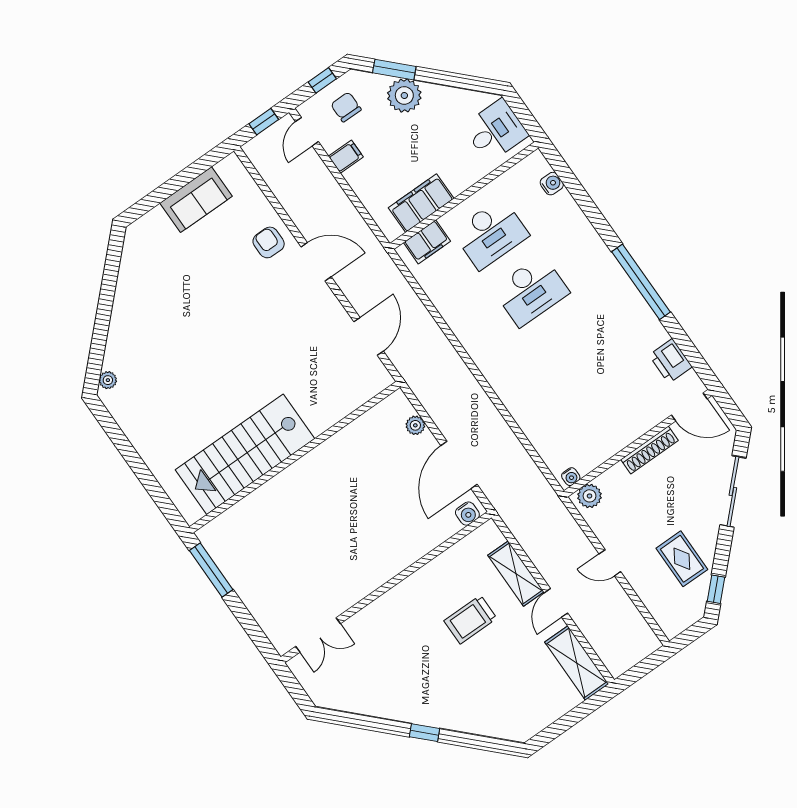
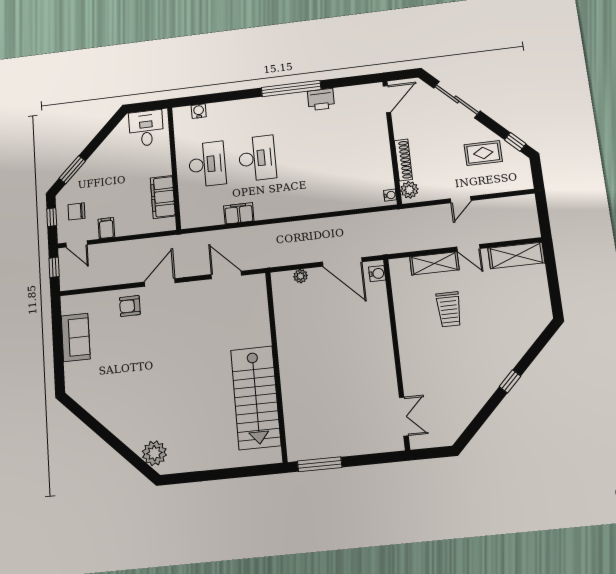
plant: (404, 95) -> (91, 172), removed
filing cabinet: (427, 242) -> (239, 213), moved, turned -90
printer: (671, 361) -> (321, 99), moved
plant: (108, 380) -> (154, 453), width x1.88, depth x1.88
shoe rack: (649, 450) -> (403, 160), moved

